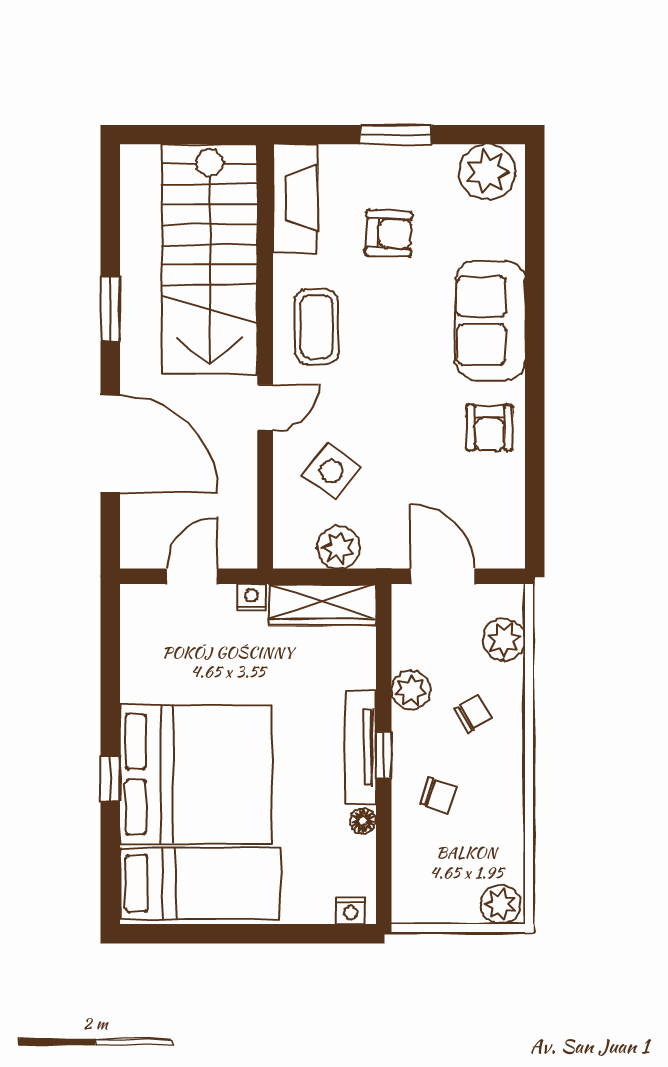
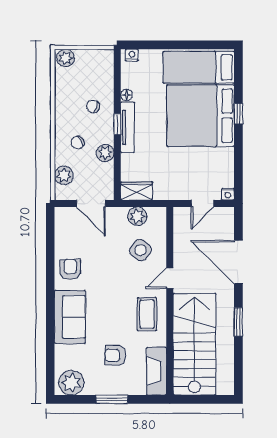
nightstand: (252, 597) -> (228, 194), moved
wardrobe: (322, 605) -> (136, 191), width x0.67

